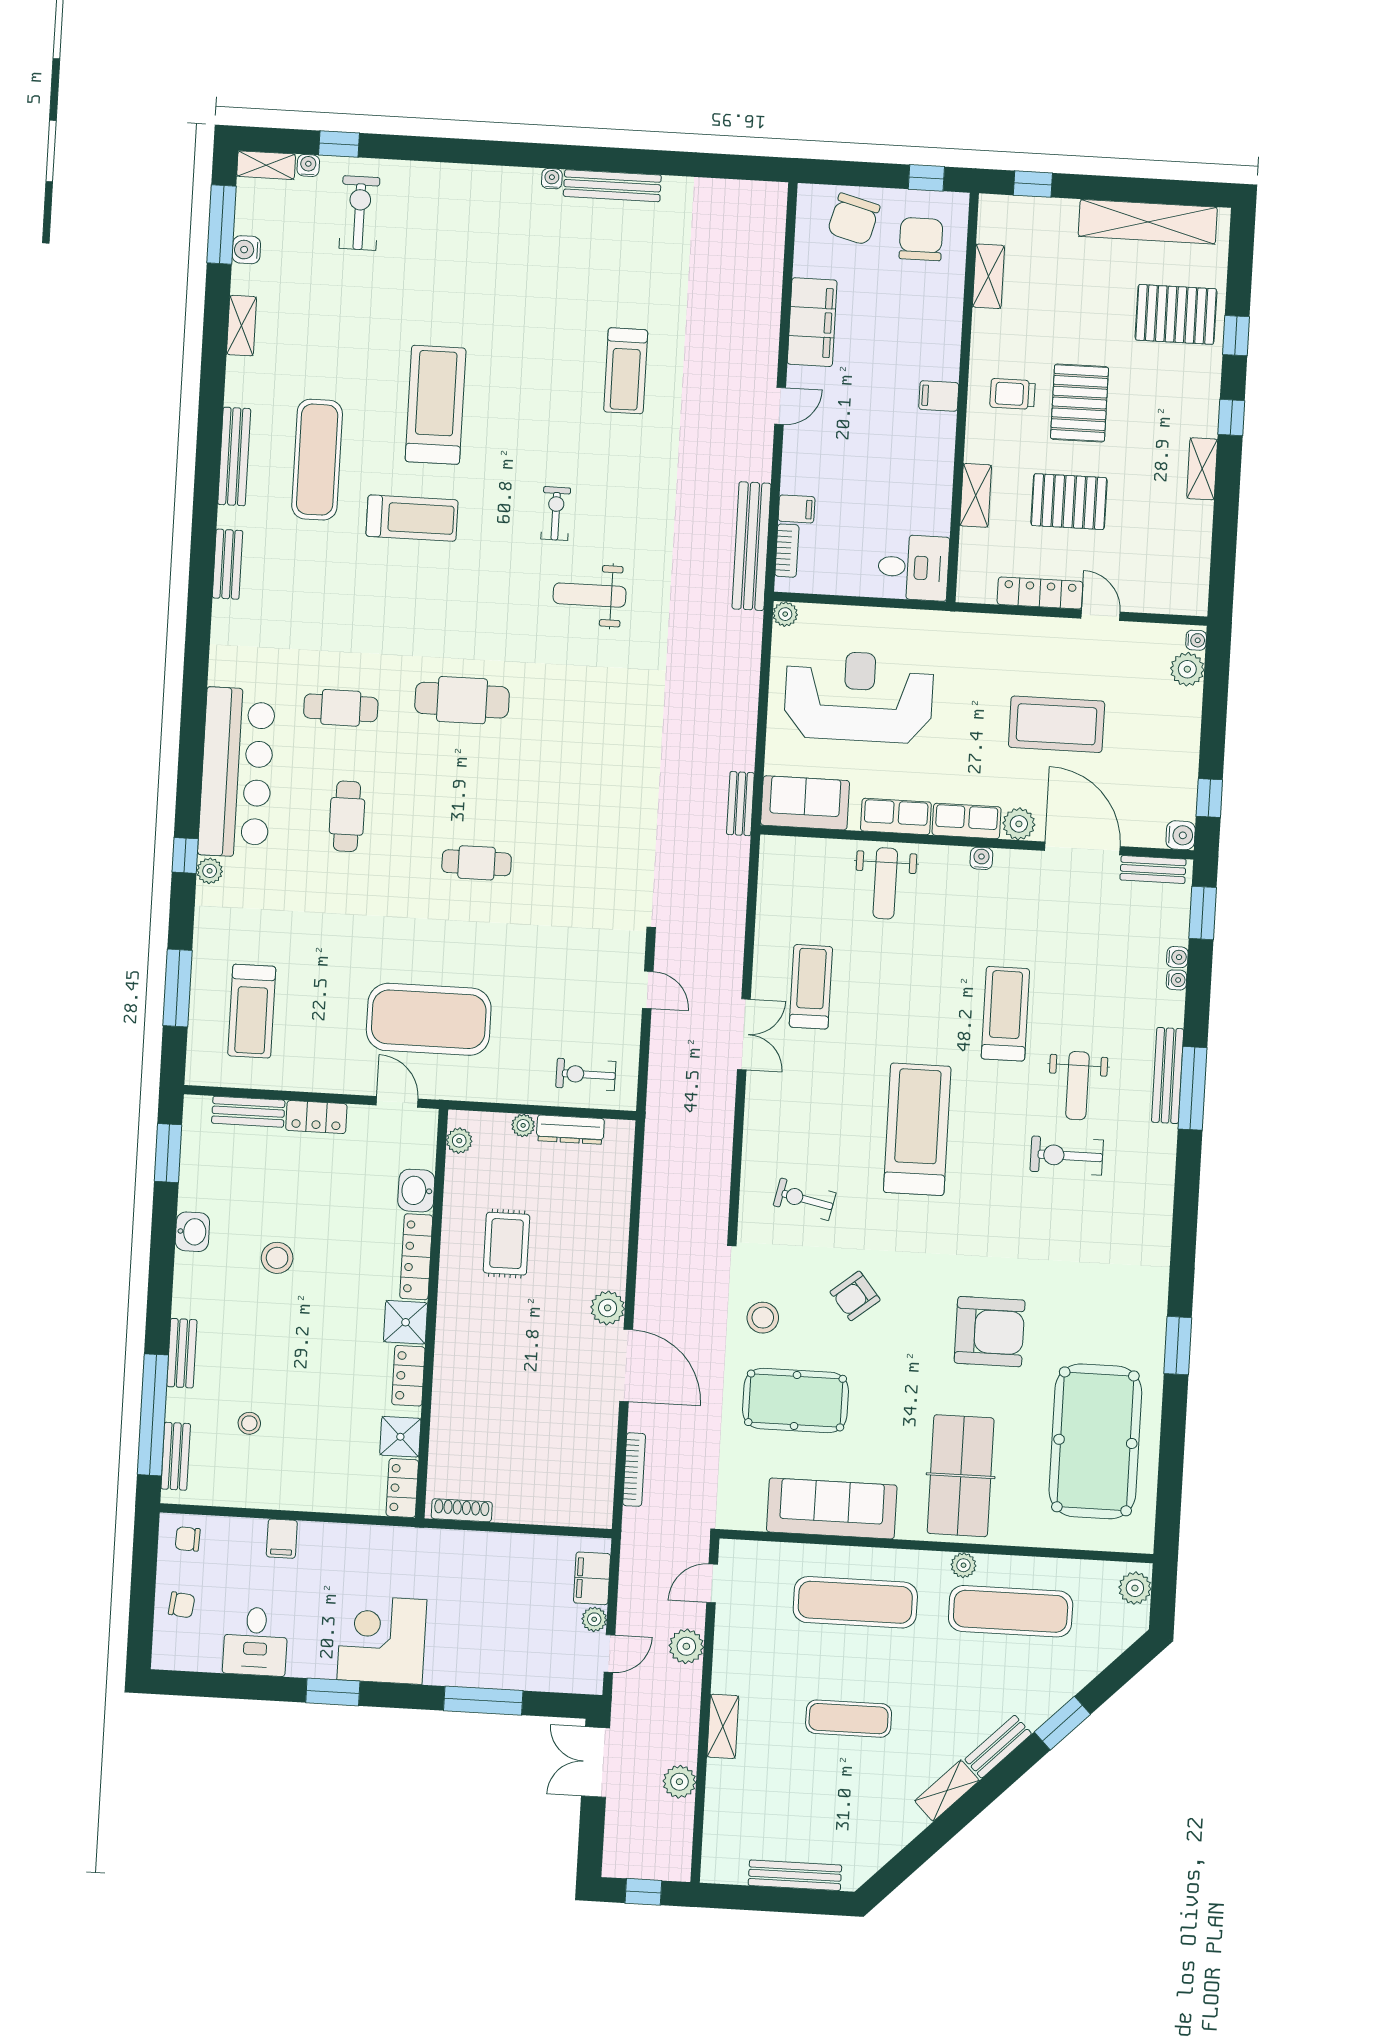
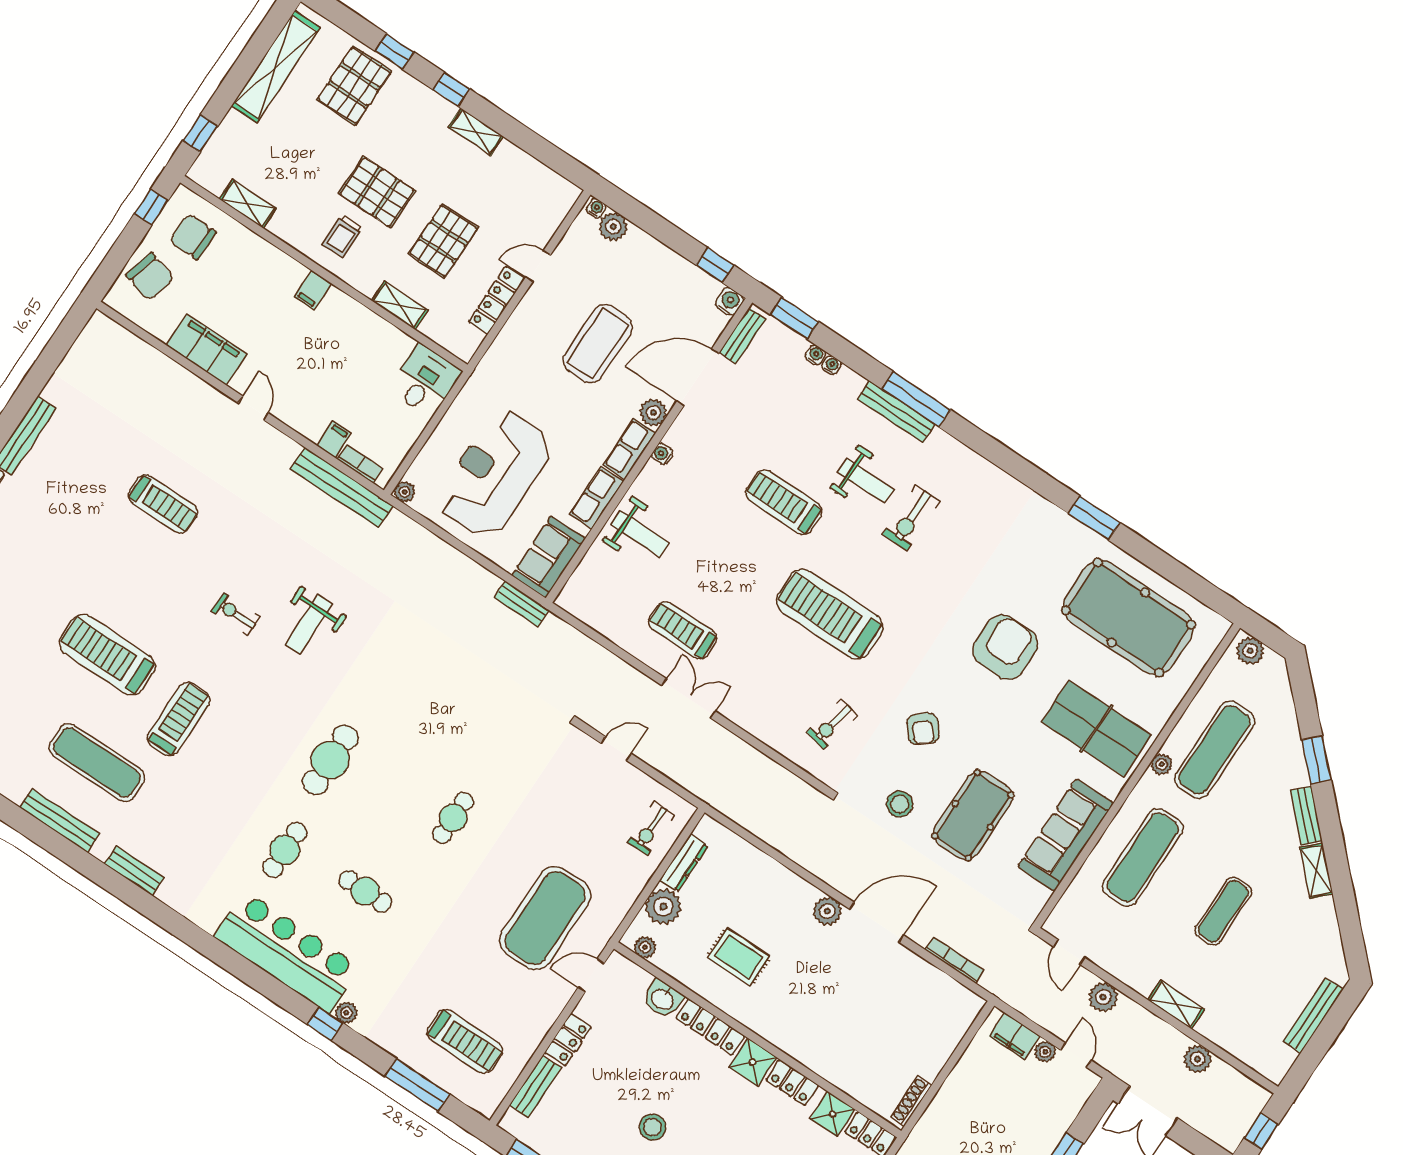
plant: (523, 1125) -> (663, 907), width x1.88, depth x1.88

